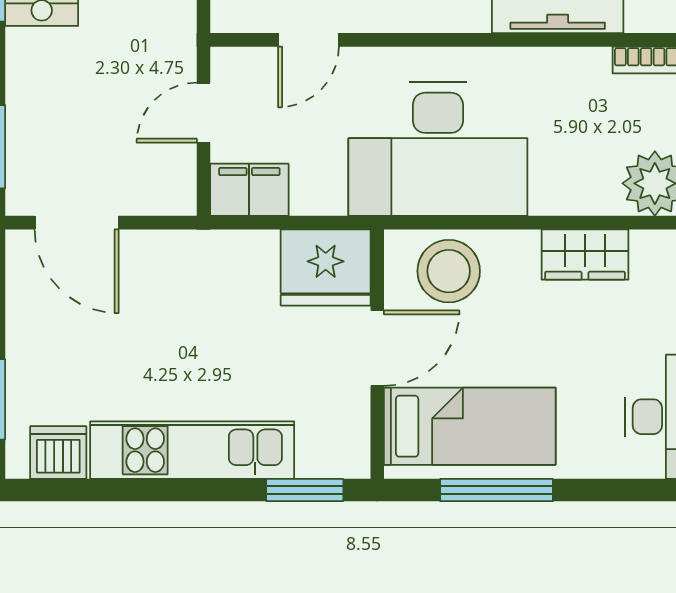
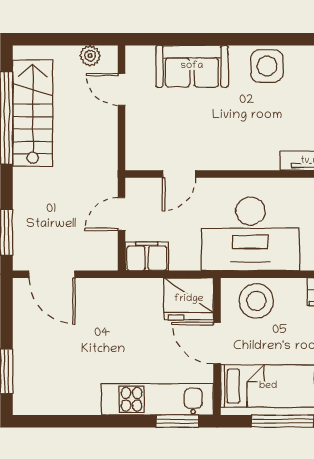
door: (377, 348) -> (217, 343), swing flipped
kitchen unit: (192, 450) -> (157, 399), moved
dishwasher: (58, 453) -> (42, 401), removed

